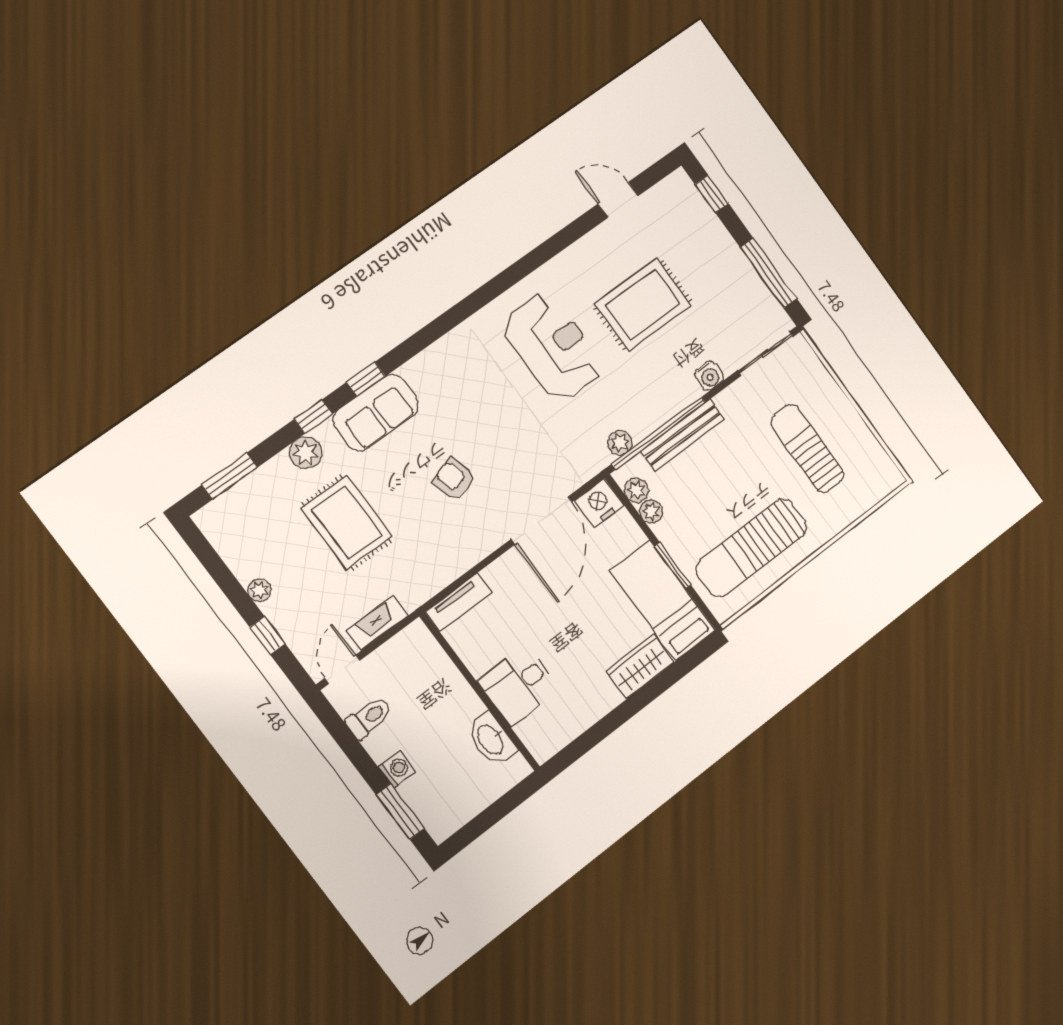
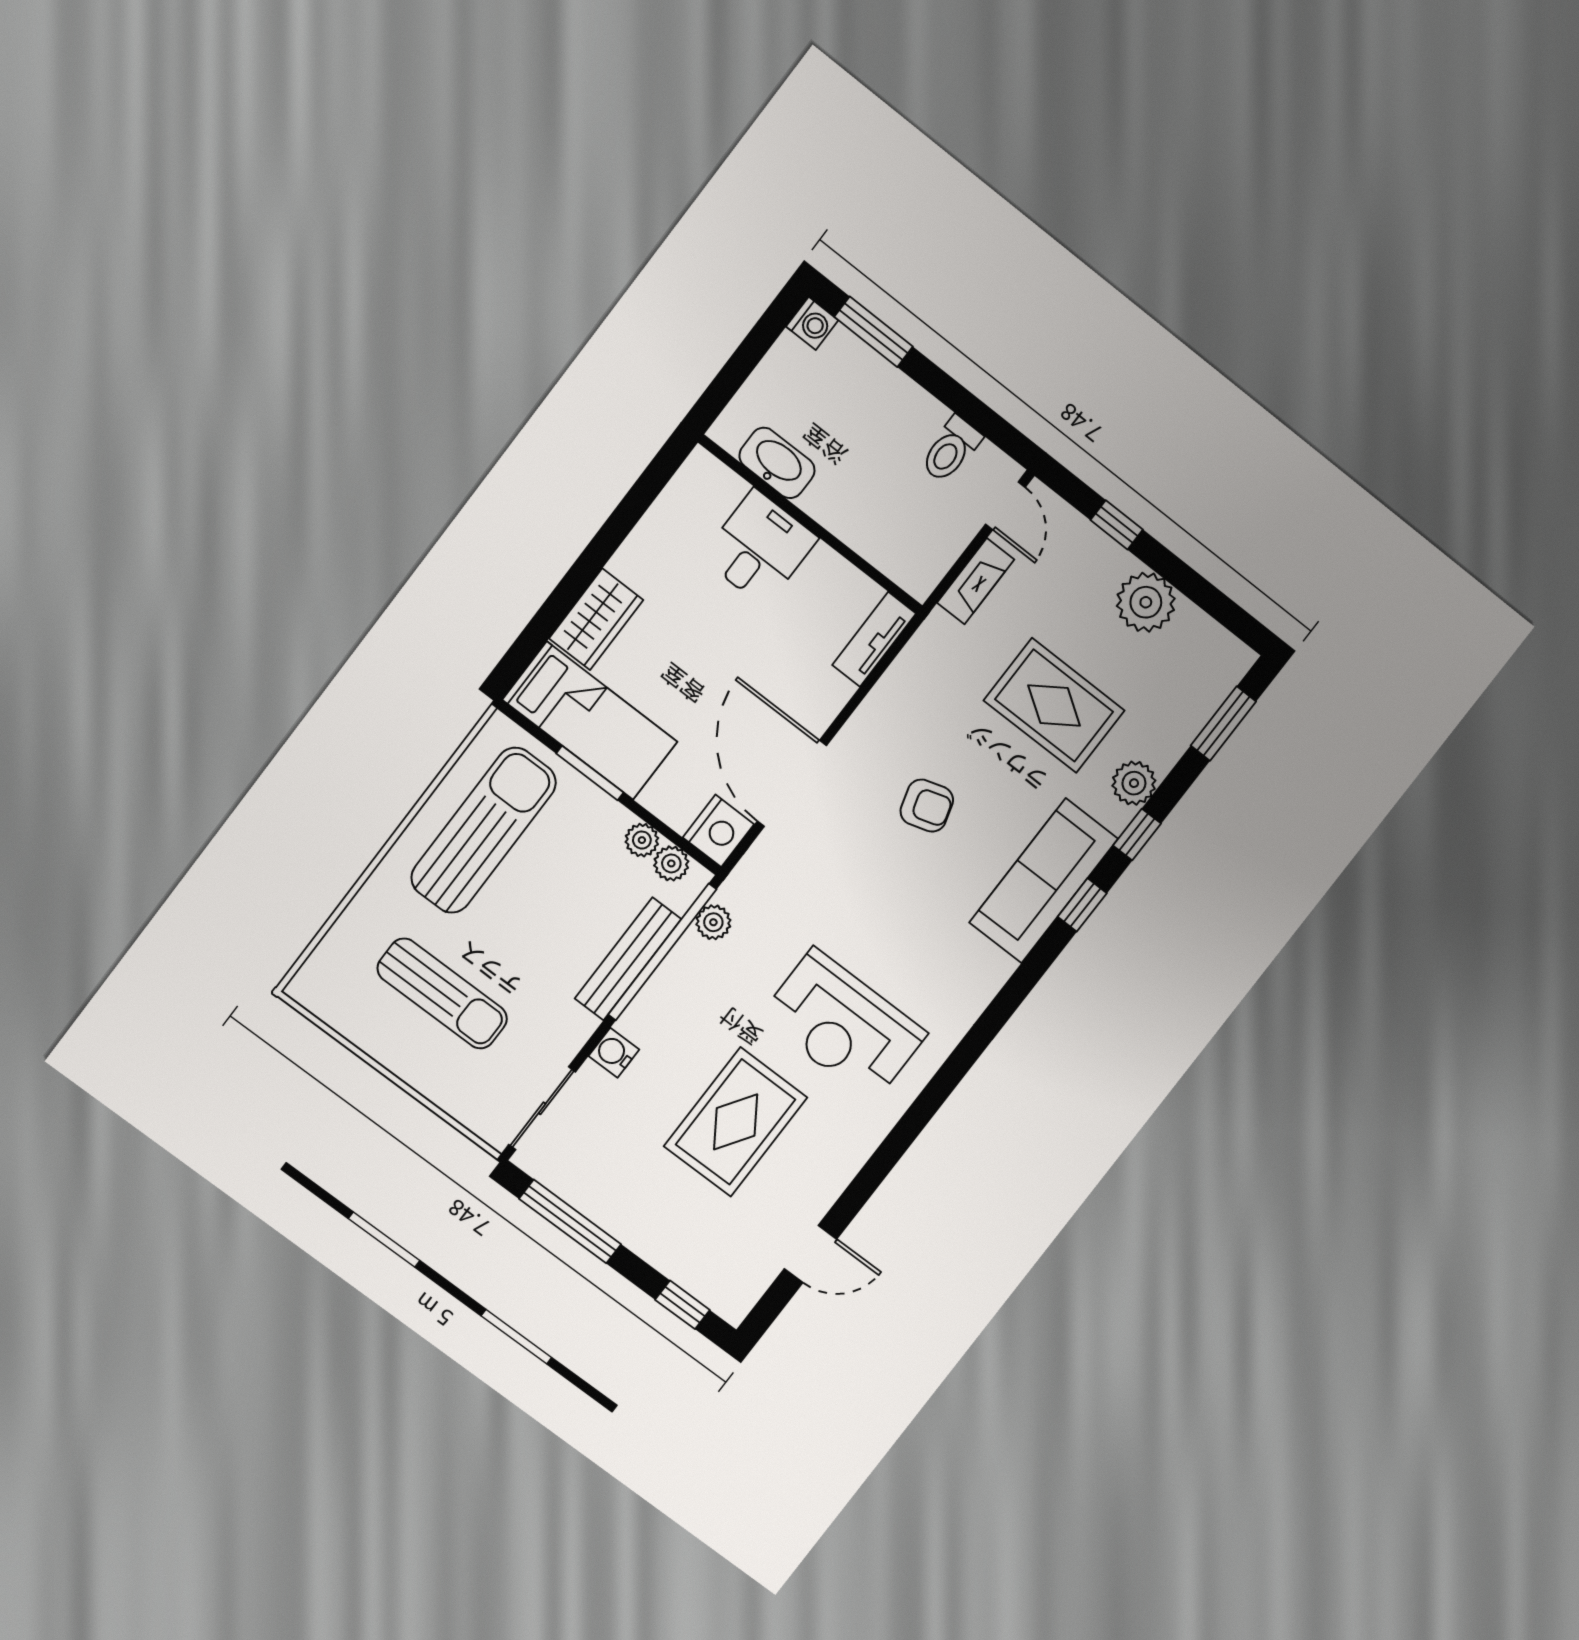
sofa: (376, 413) -> (1044, 881), width x1.36
plant: (259, 590) -> (1146, 602), width x1.87, depth x1.87
washing machine: (397, 769) -> (812, 323), moved, turned -90

